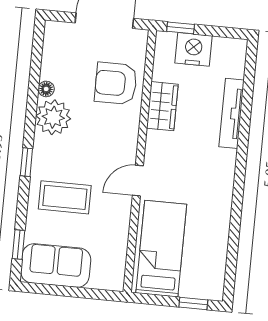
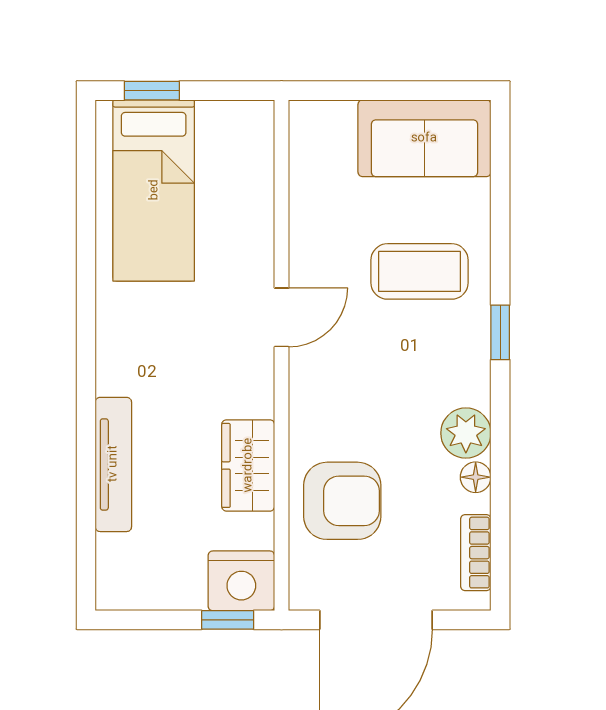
nightstand: (193, 49) -> (241, 581), moved
bookcase: (50, 50) -> (476, 553), added
plant: (53, 117) -> (466, 433), width x0.73, depth x0.73
window: (18, 245) -> (500, 172), removed
bed: (161, 249) -> (154, 190), moved

